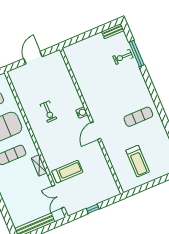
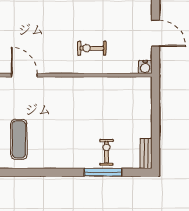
exercise bike: (48, 112) -> (92, 48), moved
water cooler: (82, 113) -> (145, 67), moved

